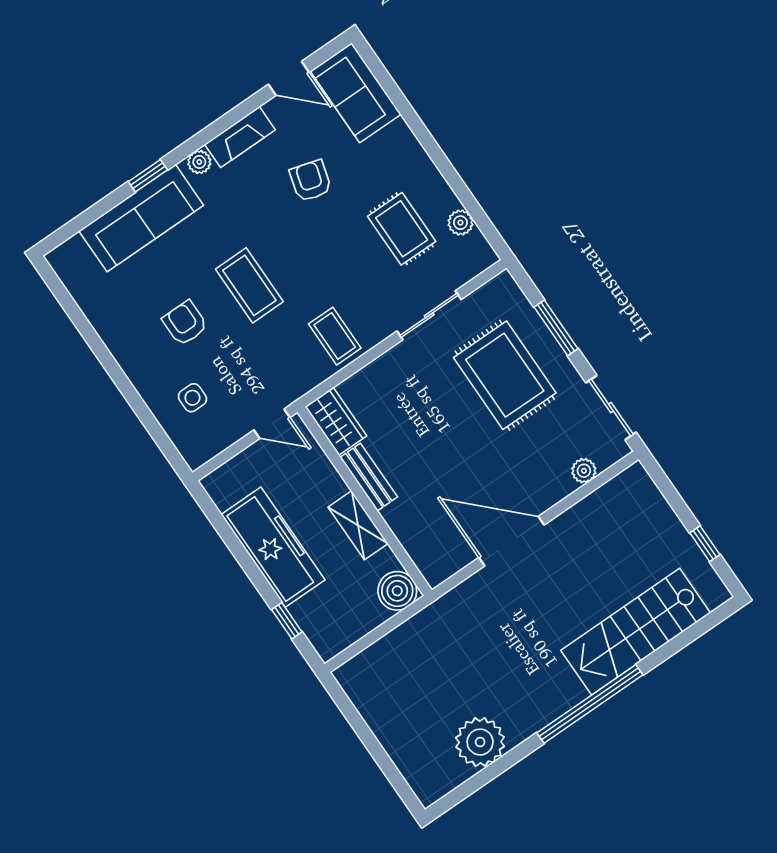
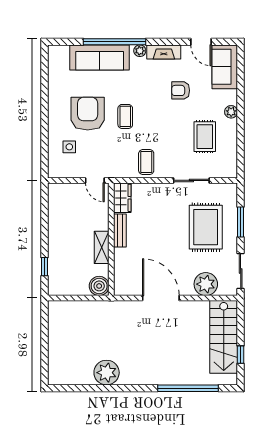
window: (148, 176) -> (114, 42), width x3.17
armchair: (310, 181) -> (181, 90), turned -106
plant: (460, 223) -> (231, 112), moved
coffee table: (249, 285) -> (125, 116), width x0.73, depth x0.77
armchair: (185, 323) -> (88, 114), width x1.88, depth x1.88
plant: (584, 471) -> (206, 284), width x1.88, depth x1.88
freezer: (273, 547) -> (60, 232), removed
stairs: (636, 632) -> (224, 337), moved, turned -90
window: (590, 704) -> (188, 388), moved
plant: (480, 742) -> (107, 373), moved

